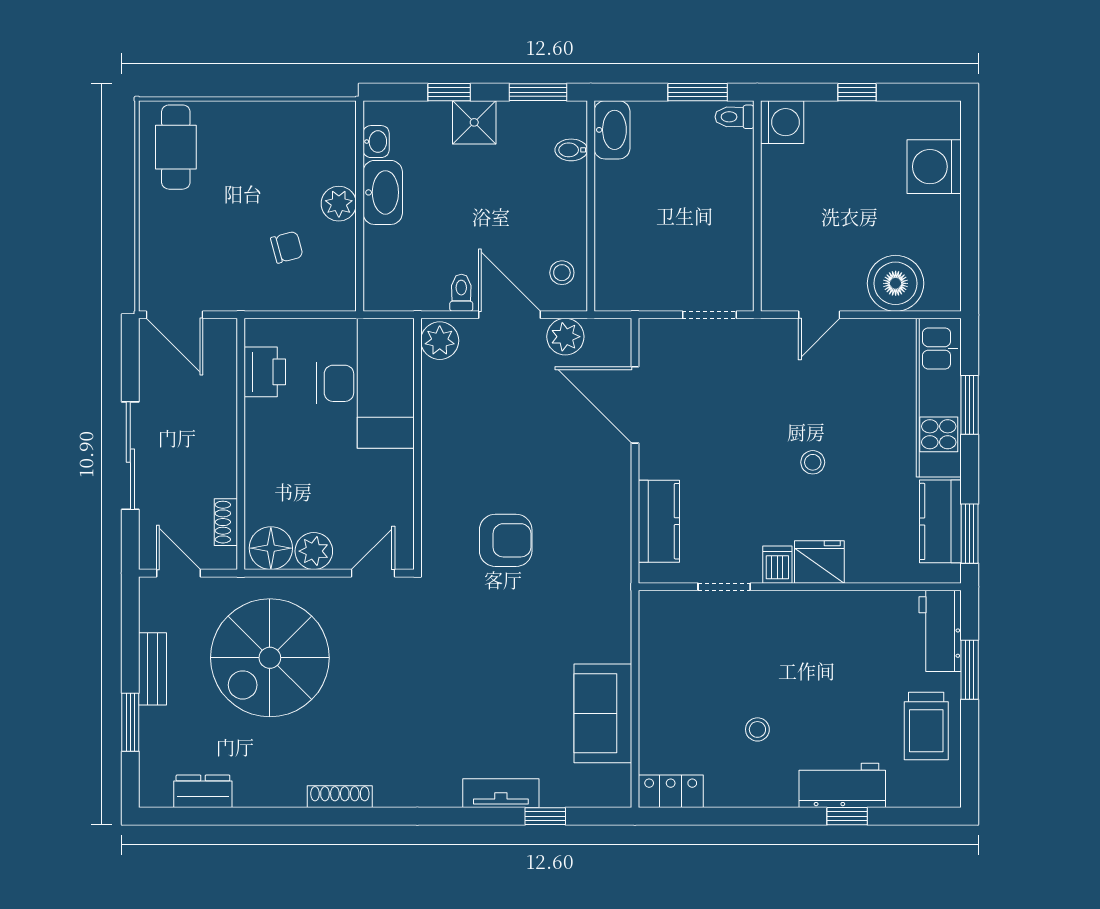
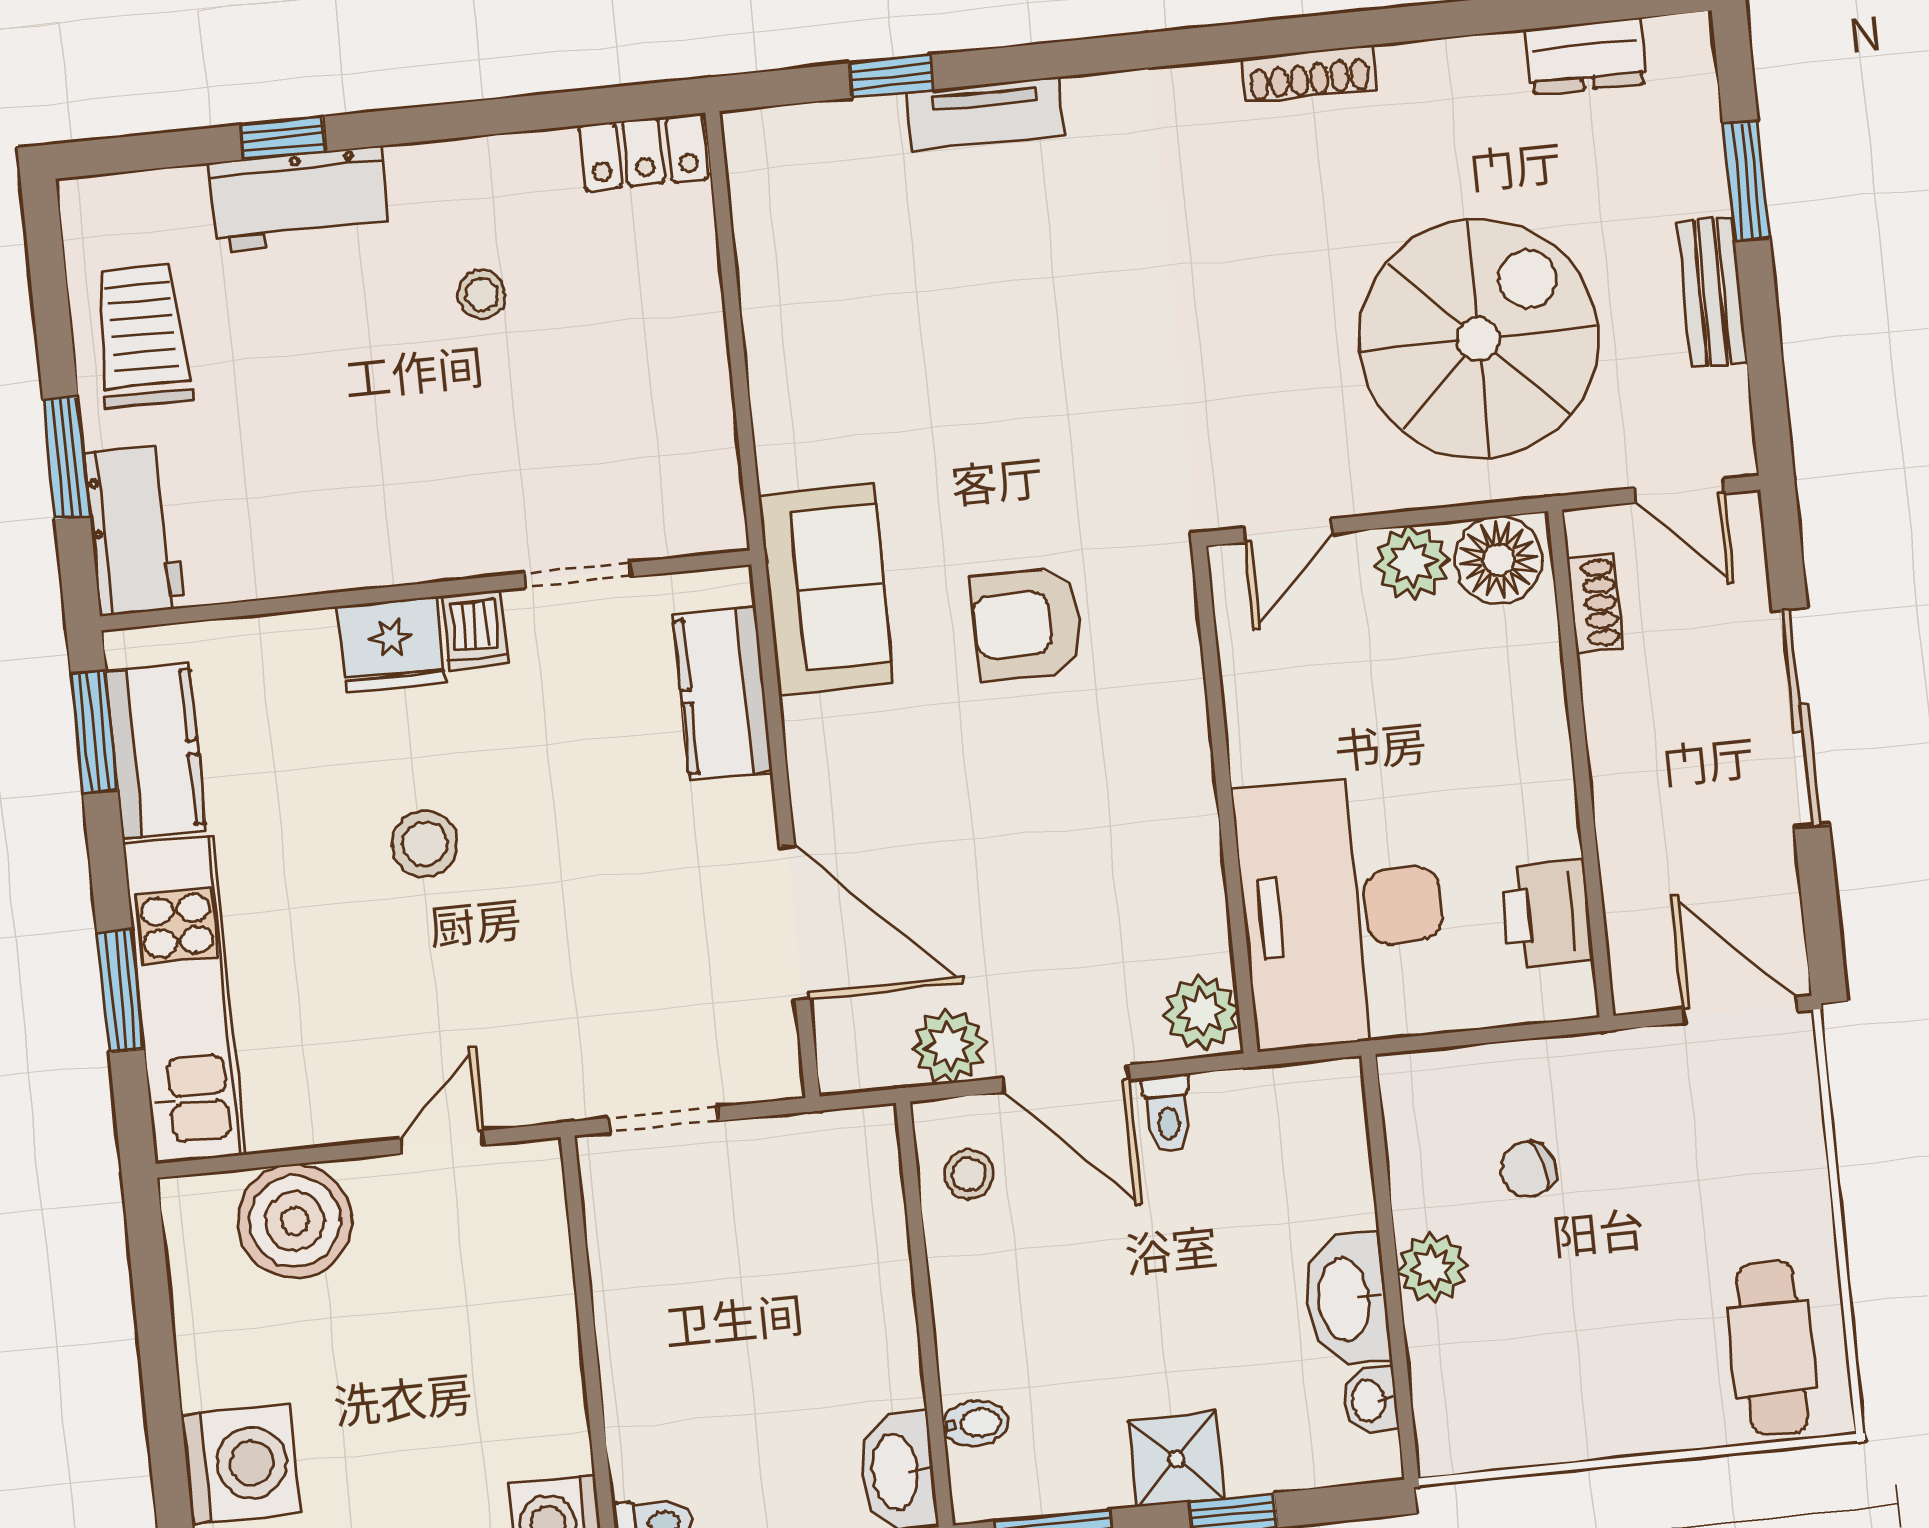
stool: (813, 462) -> (425, 844), width x1.37, depth x1.37
sofa: (603, 713) -> (826, 589), moved

